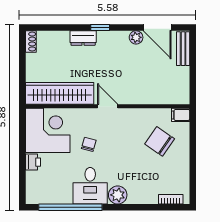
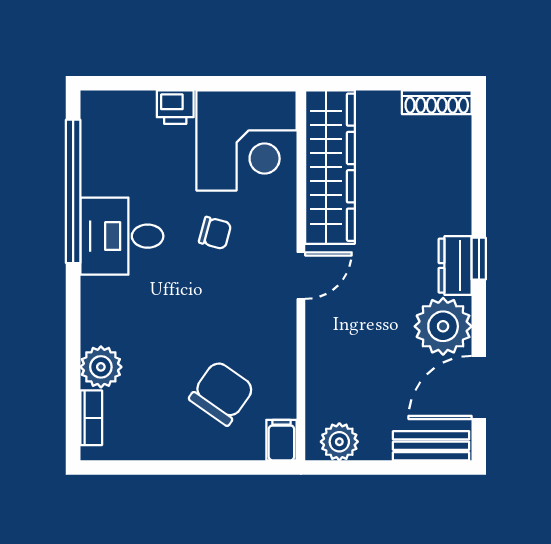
plant: (136, 37) -> (443, 326), width x1.87, depth x1.87
dresser: (83, 38) -> (455, 266), moved
shoe rack: (31, 41) -> (437, 102), width x1.43
plant: (181, 89) -> (339, 442), added
plant: (118, 195) -> (101, 367), moved

